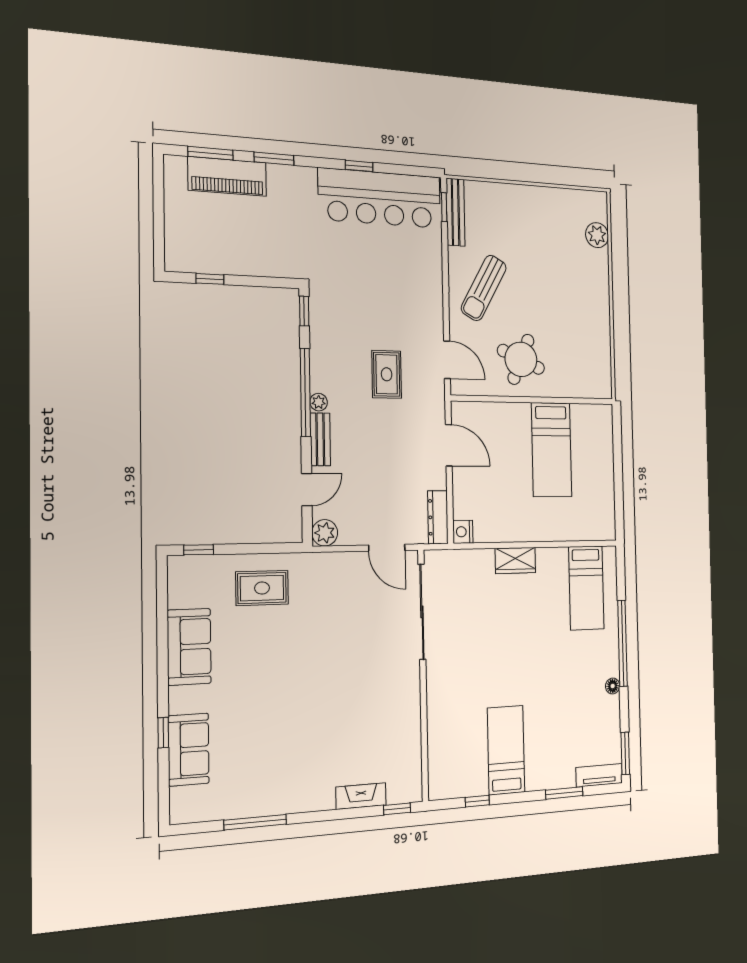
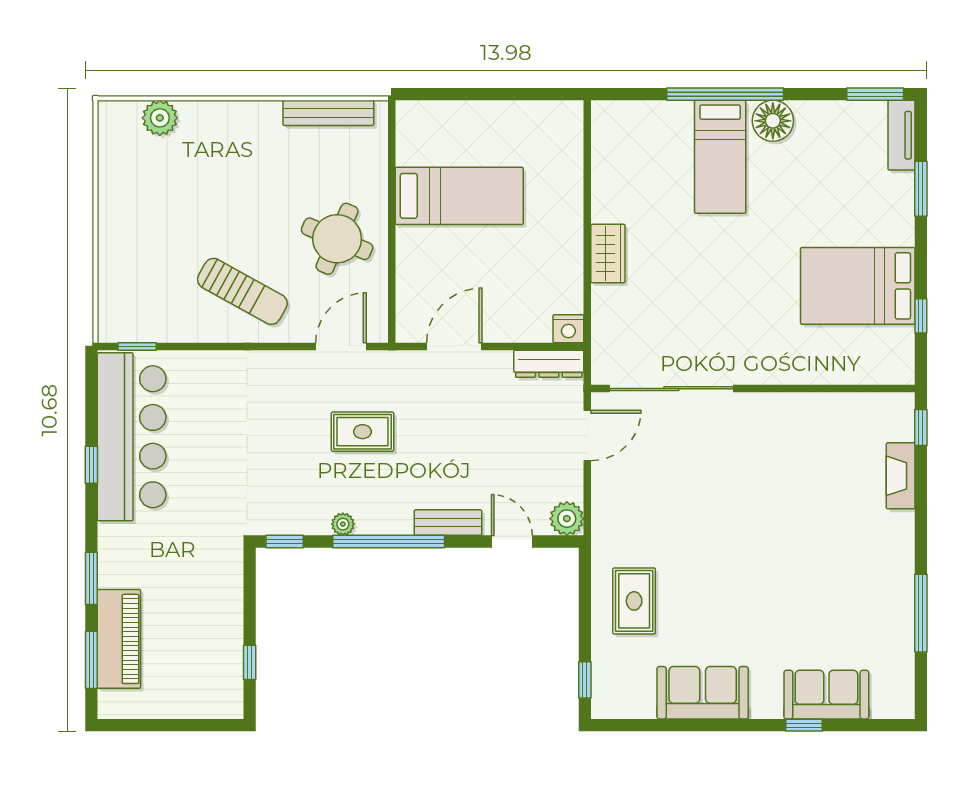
bench: (456, 212) -> (328, 113), moved
plant: (319, 402) -> (343, 524), moved
bed: (586, 588) -> (720, 157), moved, turned 90
floor lamp: (613, 686) -> (773, 121), width x1.89, depth x1.89
bed: (506, 750) -> (858, 286), width x1.50

